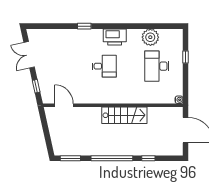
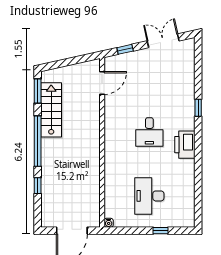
plant: (150, 37) -> (184, 188), removed
desk: (157, 66) -> (149, 196), turned -90
stairs: (124, 115) -> (51, 110), moved, turned 180

